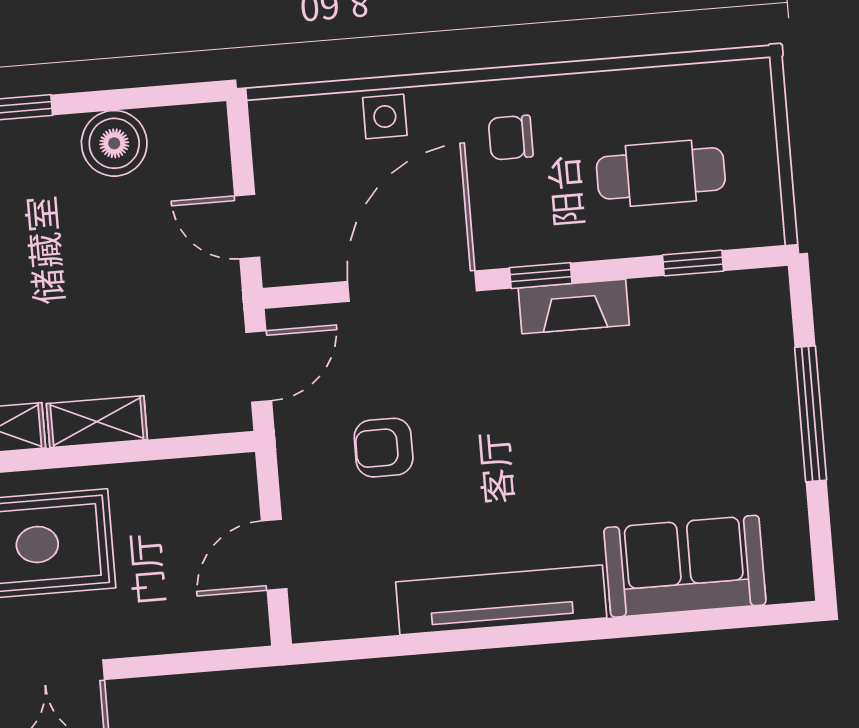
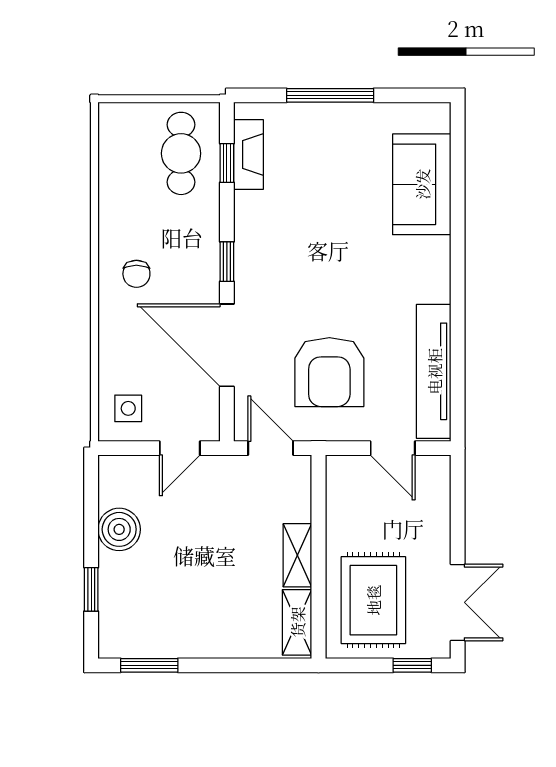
side table: (385, 117) -> (128, 408), moved
cafe table: (661, 173) -> (181, 153), moved
fireplace: (574, 306) -> (249, 154), moved
armchair: (384, 448) -> (329, 372), width x1.88, depth x1.88
tv unit: (501, 600) -> (434, 371), moved

